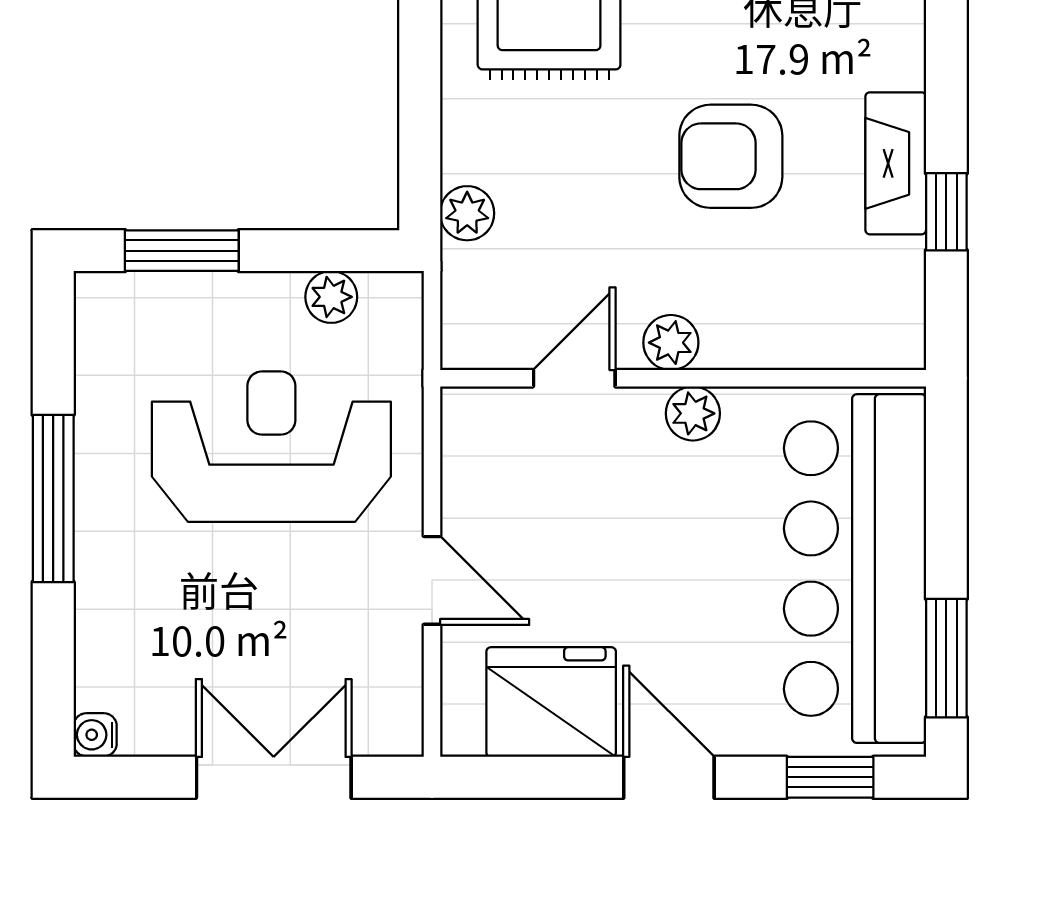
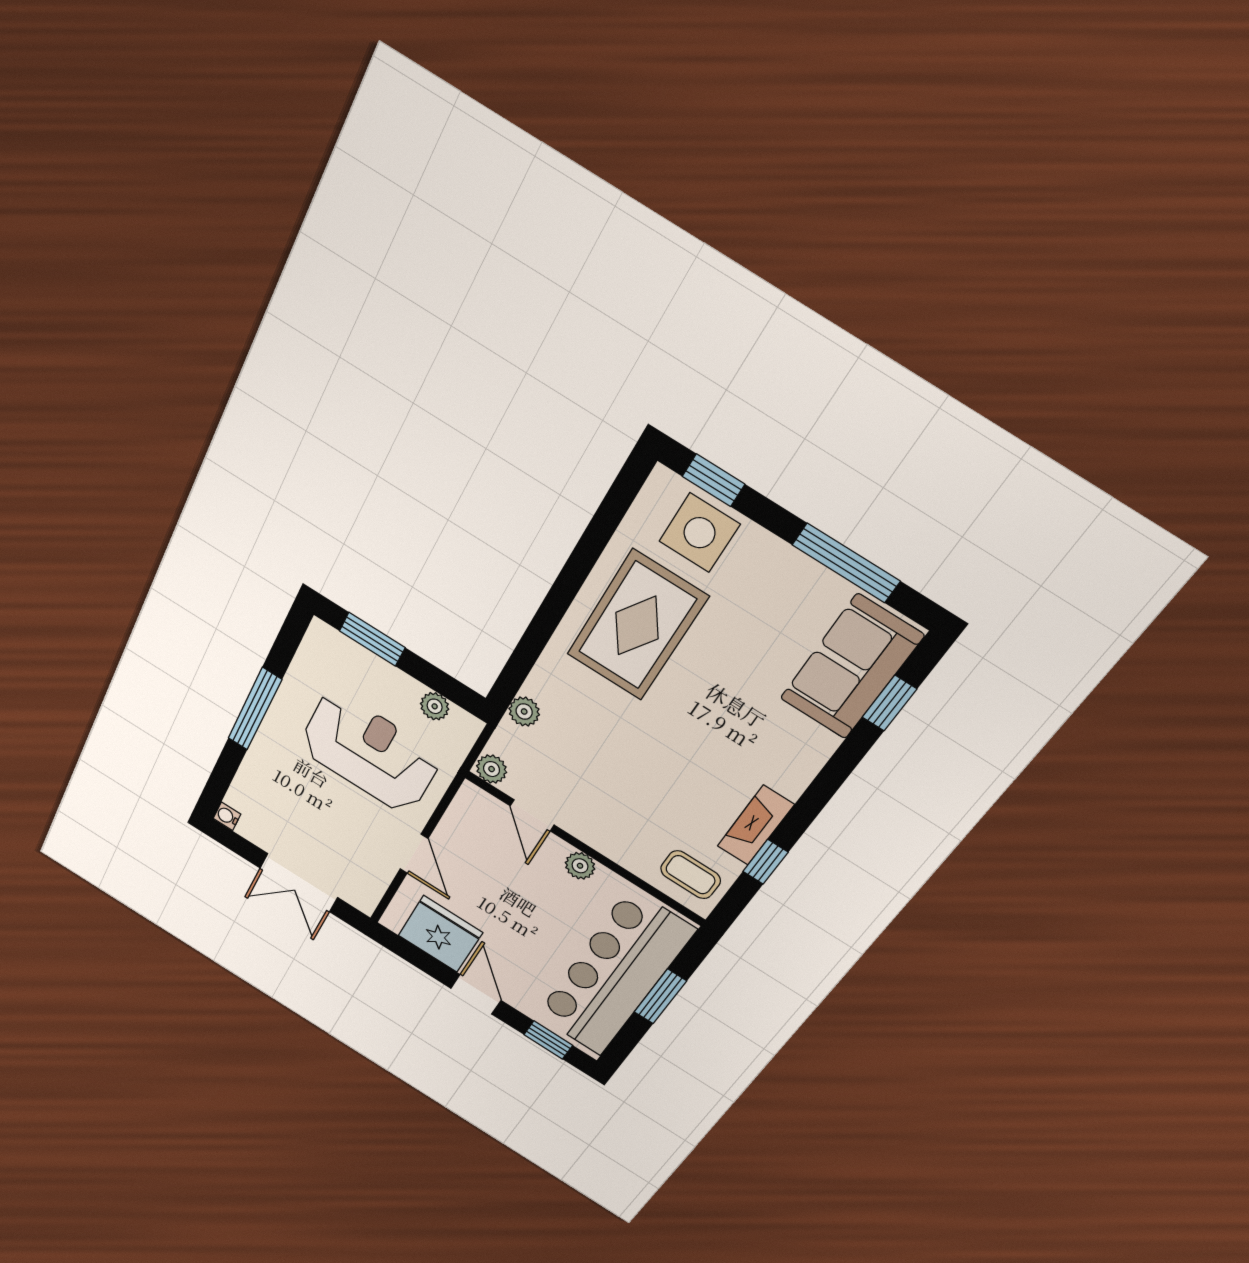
armchair: (731, 156) -> (674, 770), removed
coffee table: (858, 310) -> (691, 875), added
plant: (671, 343) -> (492, 769), moved
door: (574, 378) -> (532, 815), swing flipped
window: (946, 658) -> (660, 997), moved
double door: (274, 777) -> (299, 883), swing flipped

